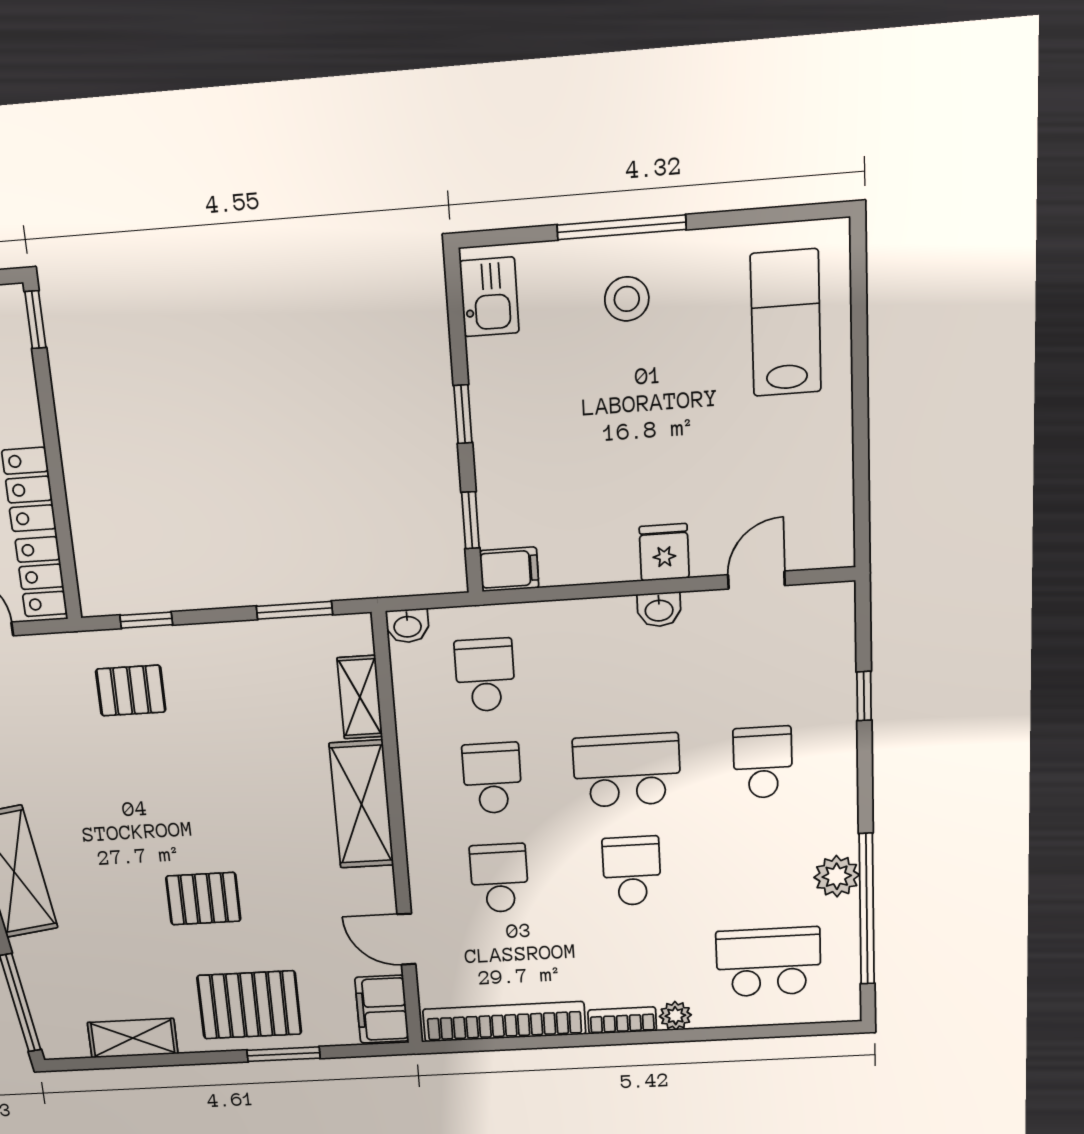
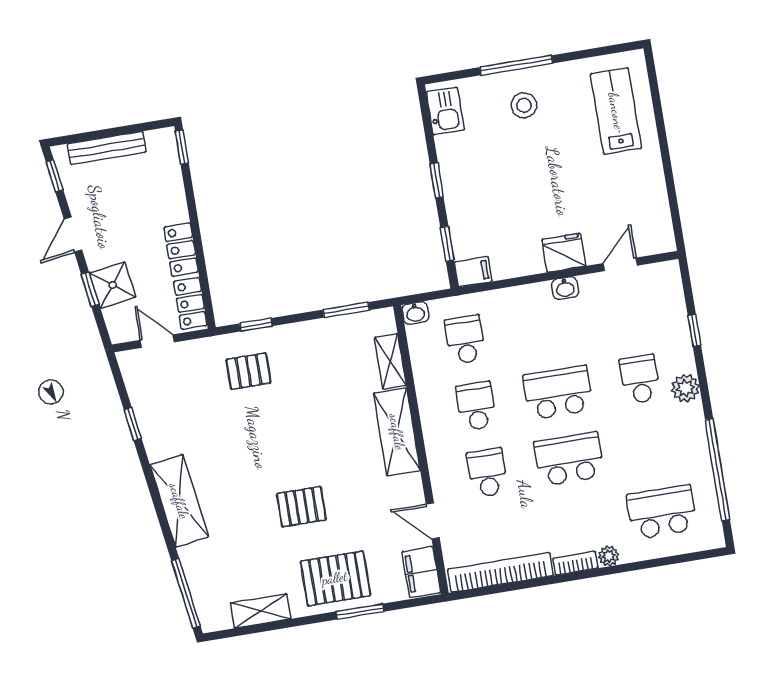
fridge: (664, 552) -> (564, 253), width x1.38
school desk: (632, 871) -> (569, 459), width x1.85
plant: (837, 876) -> (685, 388), moved

